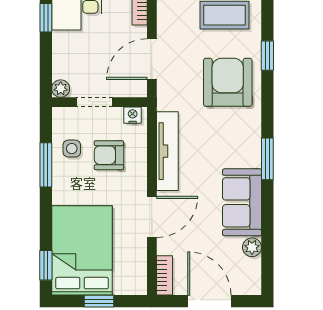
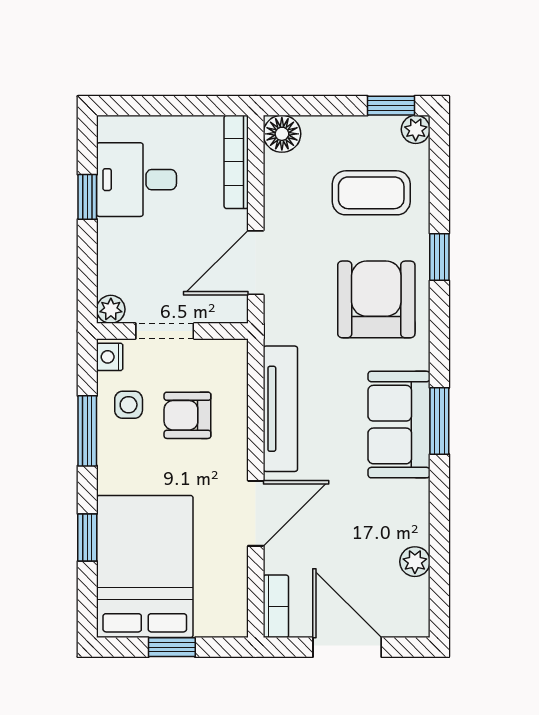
nightstand: (133, 115) -> (110, 357), moved, turned -90
sofa: (242, 202) -> (399, 425), moved
window: (46, 265) -> (87, 537), moved

